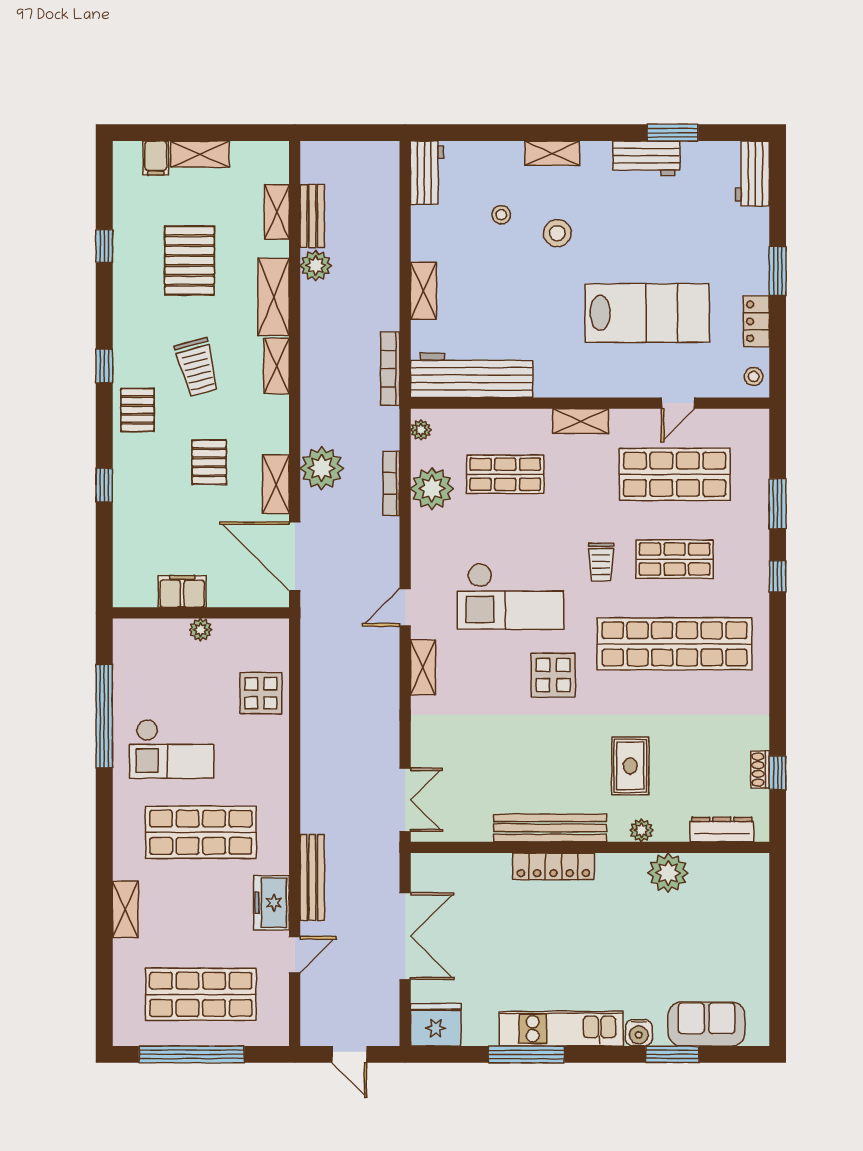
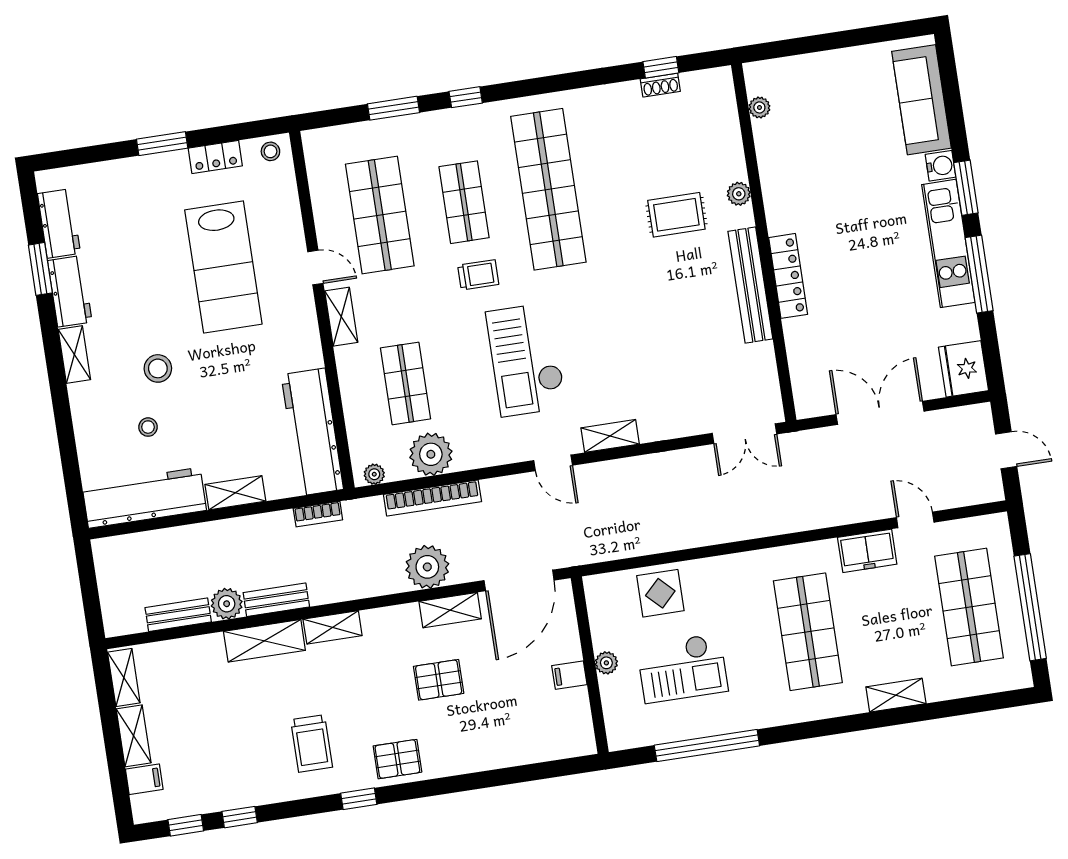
shelving: (552, 153) -> (74, 354), moved
workbench: (427, 173) -> (144, 498), width x1.88, depth x1.32
workbench: (752, 174) -> (59, 223), moved, turned -90
shelving: (277, 212) -> (124, 678), moved, turned 90
pallet: (189, 260) -> (241, 730), removed
lab bench: (647, 313) -> (223, 267), turned 180
trolley: (197, 367) -> (312, 743), moved, turned 105
bookcase: (390, 369) -> (318, 514), width x0.64
door: (678, 403) -> (315, 268), moved
bookcase: (391, 484) -> (432, 498), width x1.48, depth x1.31
window: (104, 485) -> (186, 825), moved
filing cabinet: (182, 591) -> (569, 675), width x0.50
checkout: (511, 596) -> (526, 360), turned 180
display table: (553, 675) -> (598, 305), removed
checkout: (171, 749) -> (682, 668), moved, turned 90
double door: (405, 800) -> (745, 434), swing flipped
dresser: (722, 830) -> (726, 114), removed
plant: (668, 873) -> (759, 107), moved, width x0.53, depth x0.53
bench: (312, 877) -> (276, 600), moved, width x0.73
sofa: (706, 1024) -> (922, 100), width x1.36
door: (349, 1054) -> (1006, 450), hinge flipped
window: (672, 1054) -> (966, 188), moved

